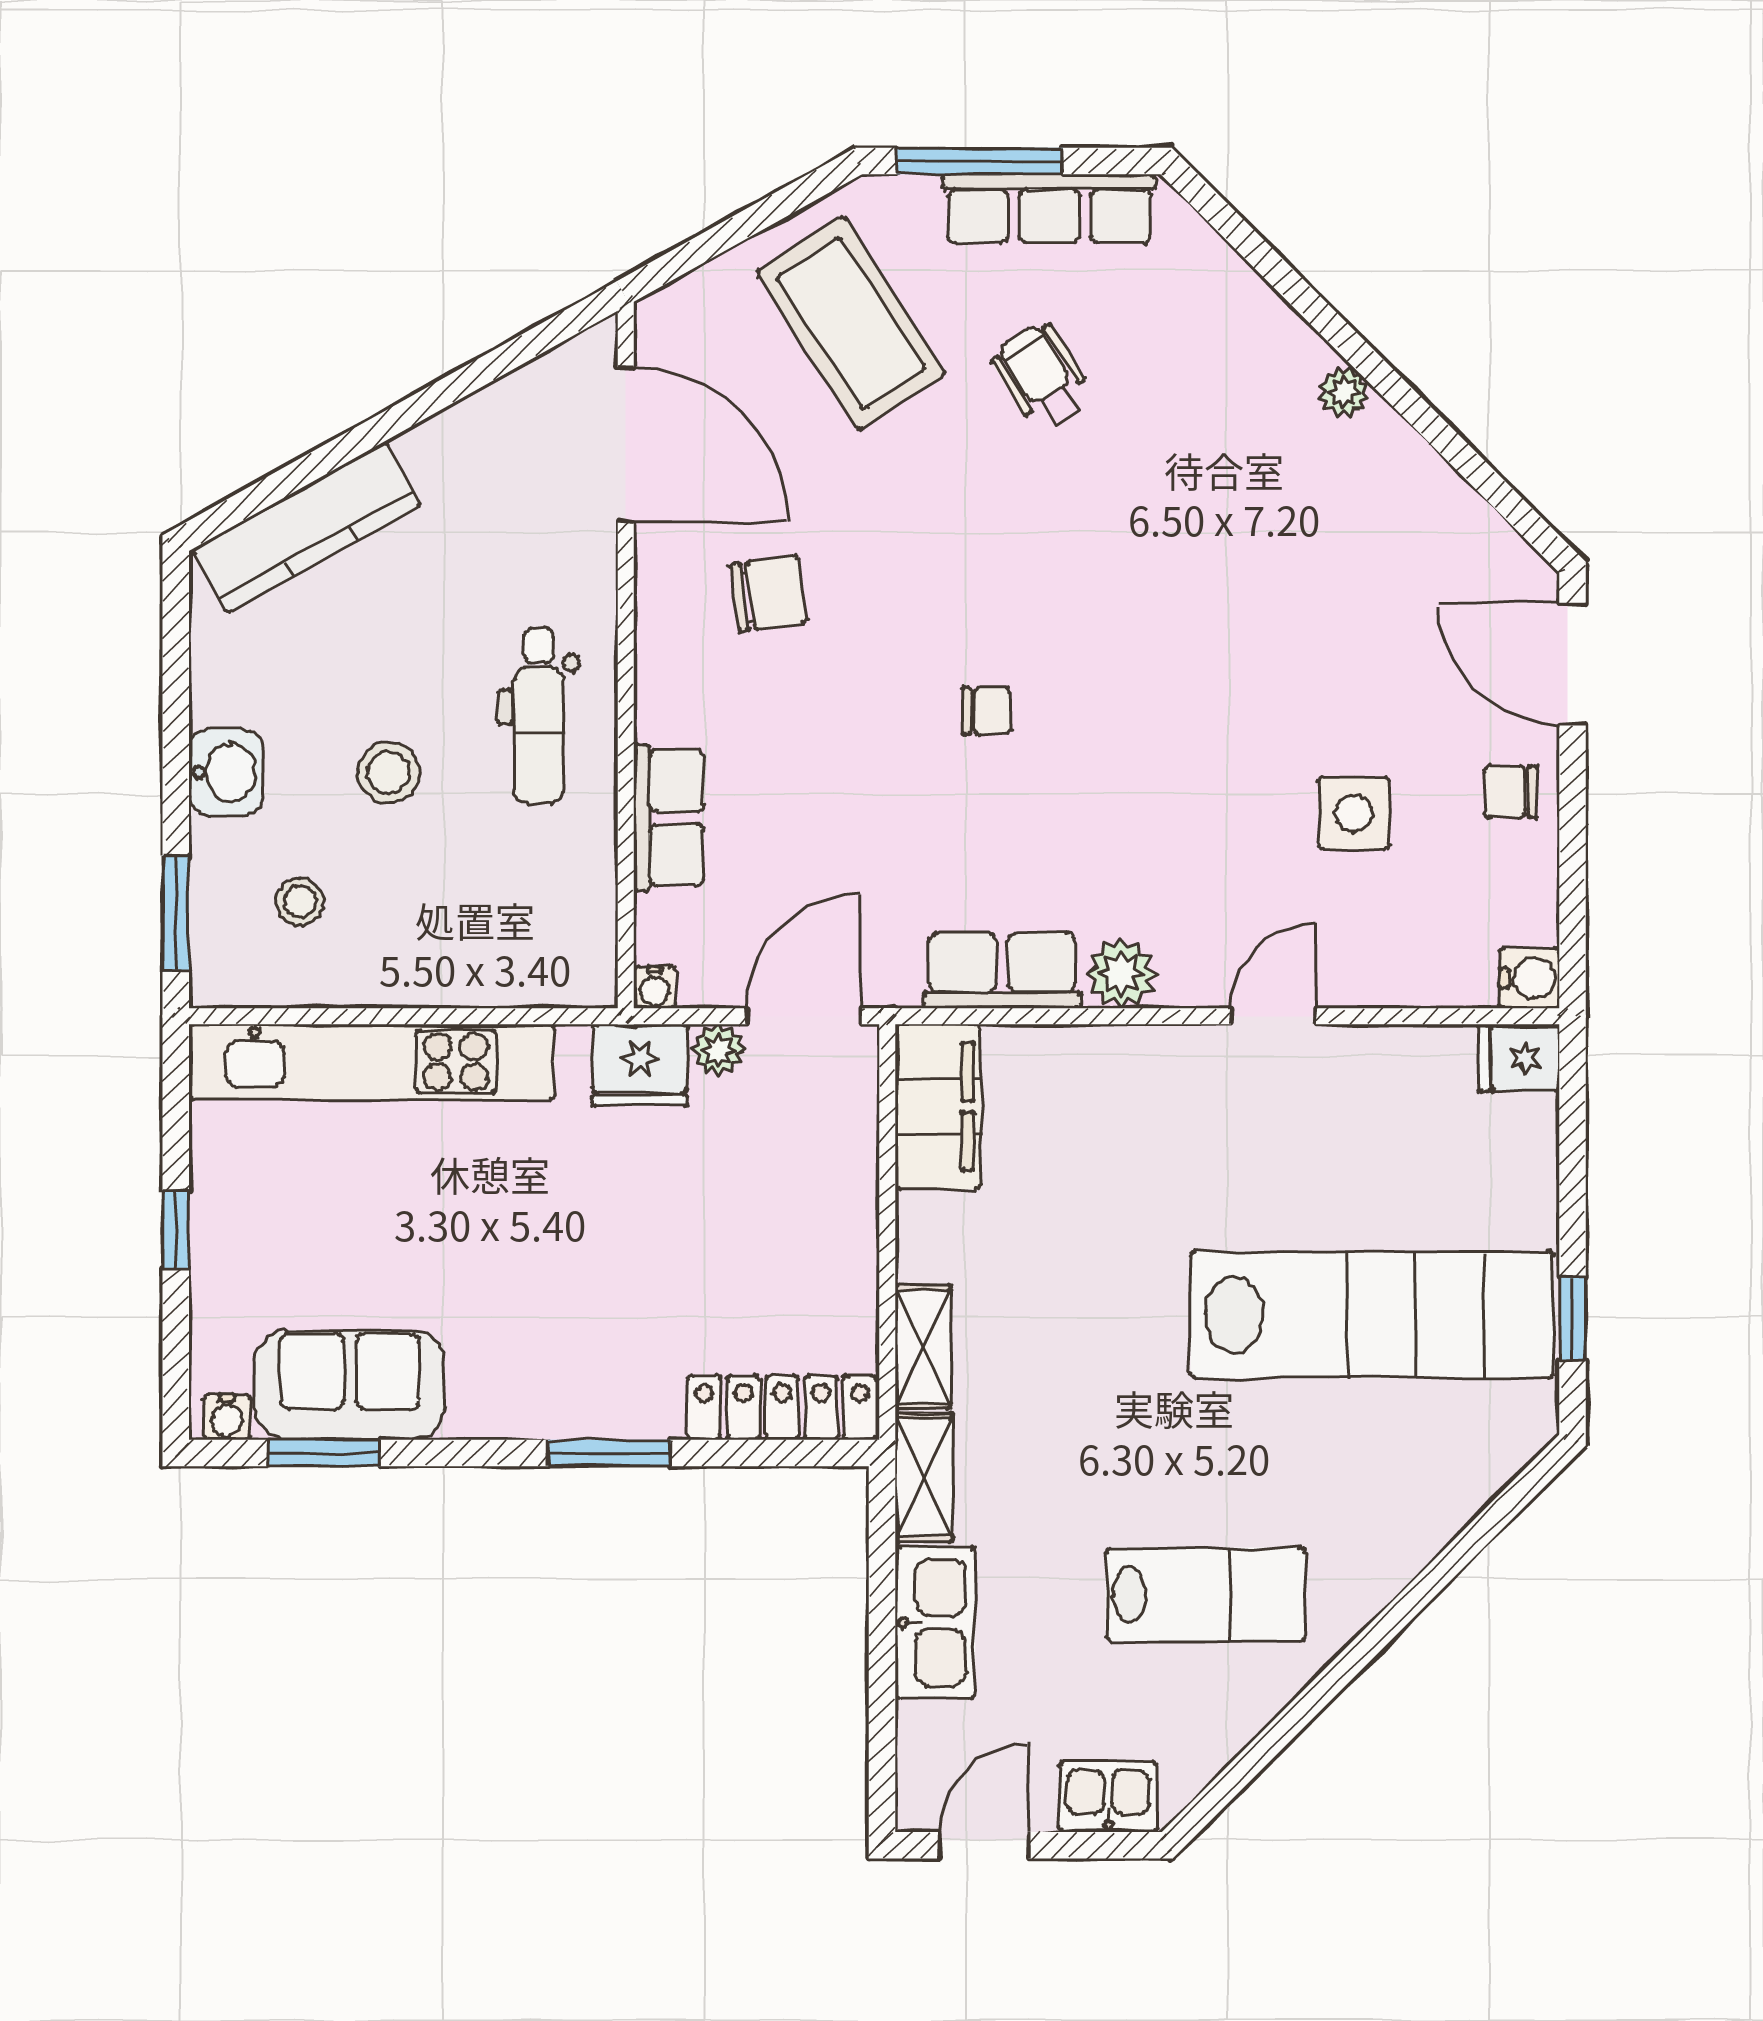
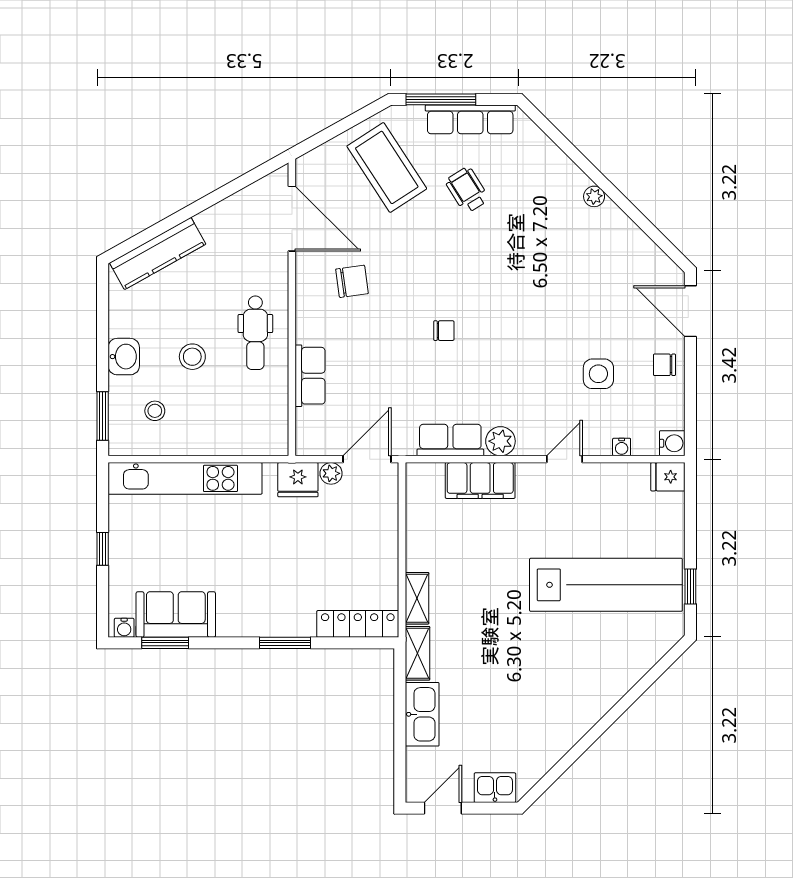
water cooler: (655, 987) -> (622, 447), moved
filing cabinet: (938, 1107) -> (480, 480), moved, turned 90
lab bench: (1205, 1594) -> (536, 702), removed

